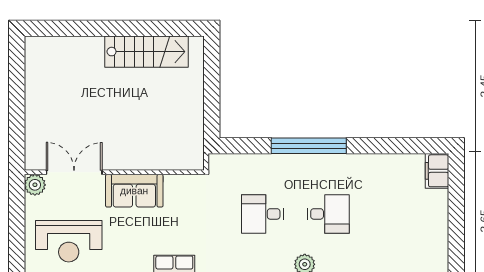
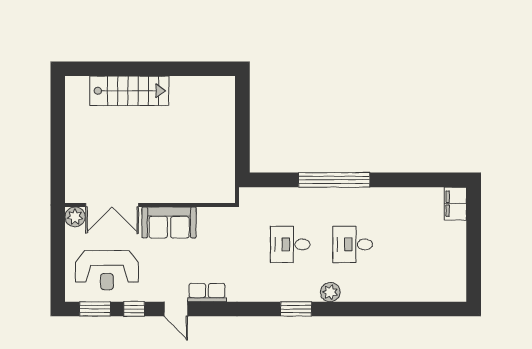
stairs: (147, 52) -> (129, 91), moved
double door: (74, 172) -> (112, 205), swing flipped
desk: (328, 214) -> (353, 244), turned 180

